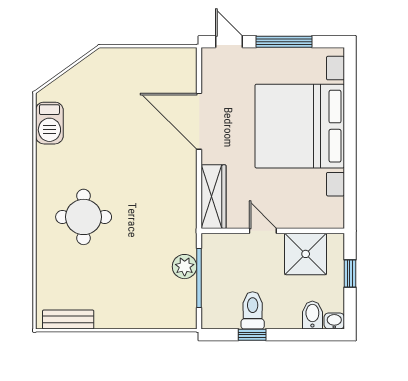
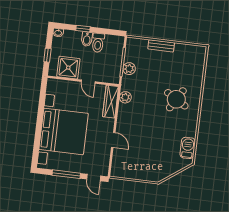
door: (199, 121) -> (113, 140), width x0.53
plant: (185, 209) -> (125, 97), added
round table: (84, 217) -> (176, 99), turned 31
bidet: (312, 315) -> (87, 39), moved
bench: (68, 320) -> (161, 46), moved
window: (252, 335) -> (83, 29), moved

